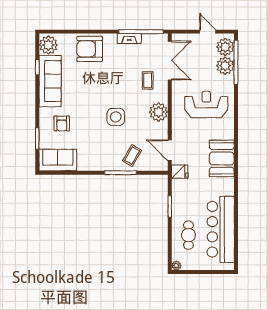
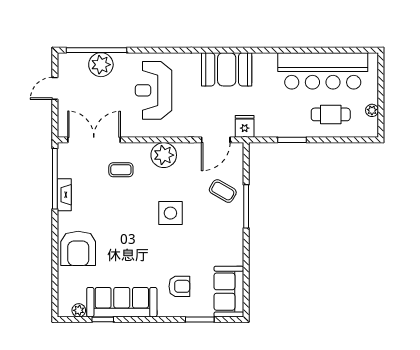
plant: (48, 45) -> (79, 310), width x0.53, depth x0.53
plant: (225, 47) -> (76, 65), removed
plant: (176, 266) -> (372, 110), moved

